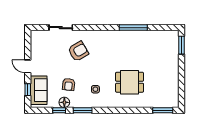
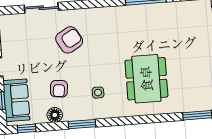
dining table: (130, 82) -> (146, 79), width x1.38
window: (59, 110) -> (27, 128), moved

